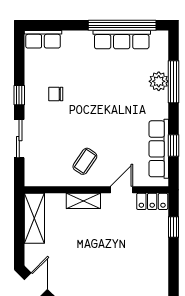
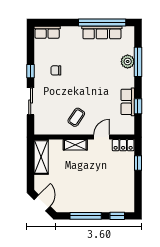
row of seats: (159, 149) -> (128, 102), width x0.68

